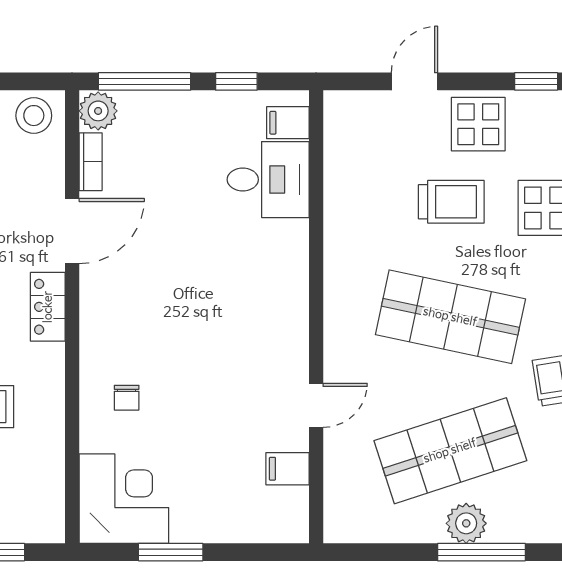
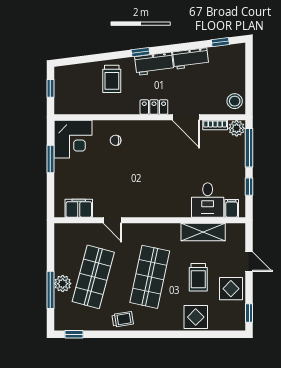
shelving: (344, 190) -> (203, 232), added
shop shelf: (450, 451) -> (93, 277), turned 33
filing cabinet: (288, 469) -> (79, 208), width x2.00

